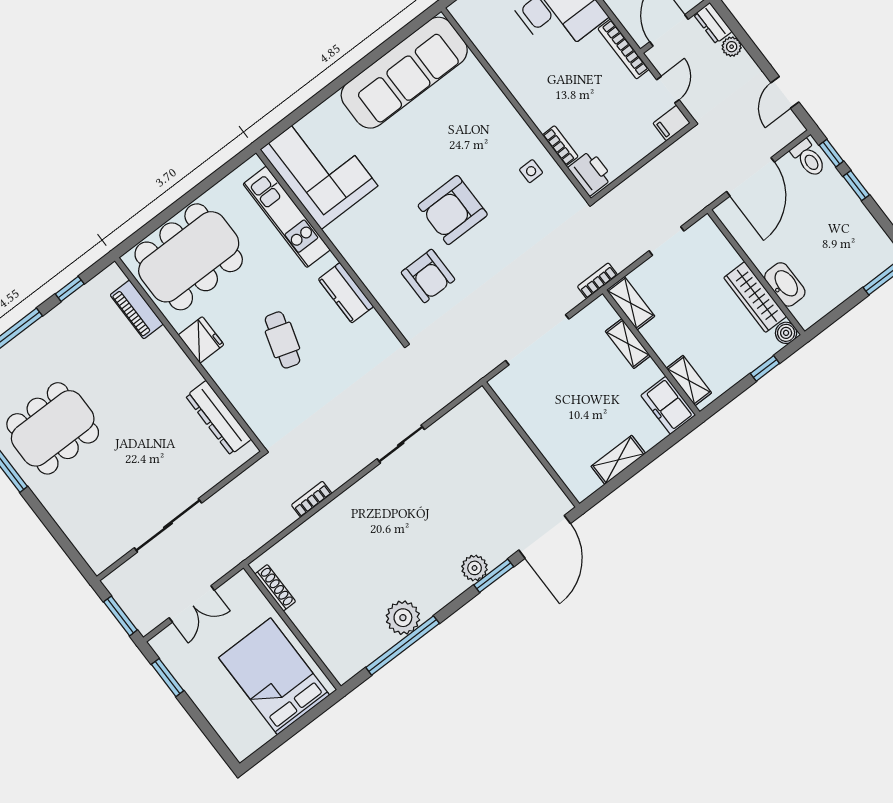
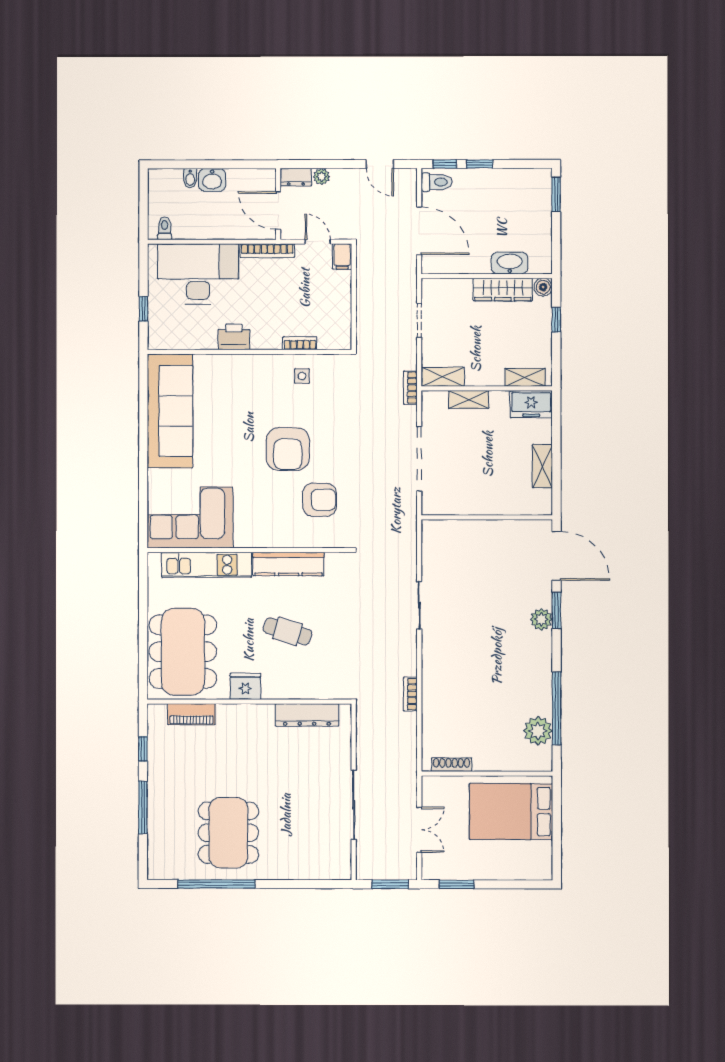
printer: (590, 173) -> (234, 337), moved
kitchen counter: (346, 293) -> (288, 564), width x1.50
plant: (403, 618) -> (538, 731), moved

